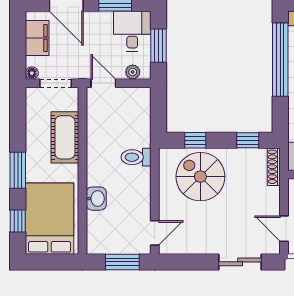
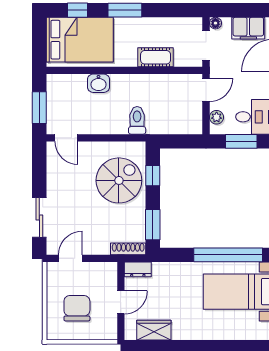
cot: (65, 137) -> (156, 57), width x0.73, depth x0.75
window: (248, 140) -> (153, 225), width x1.50

